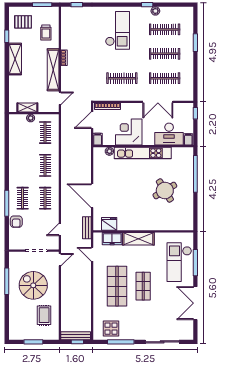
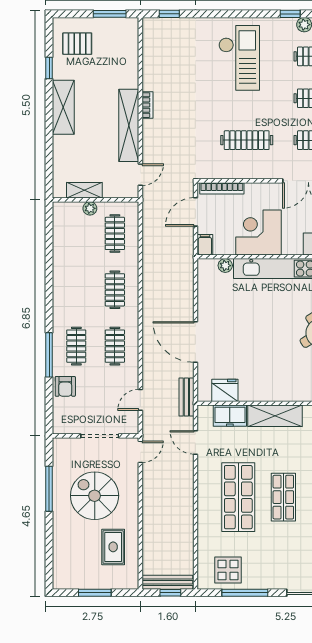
trolley: (46, 32) -> (116, 62), removed

